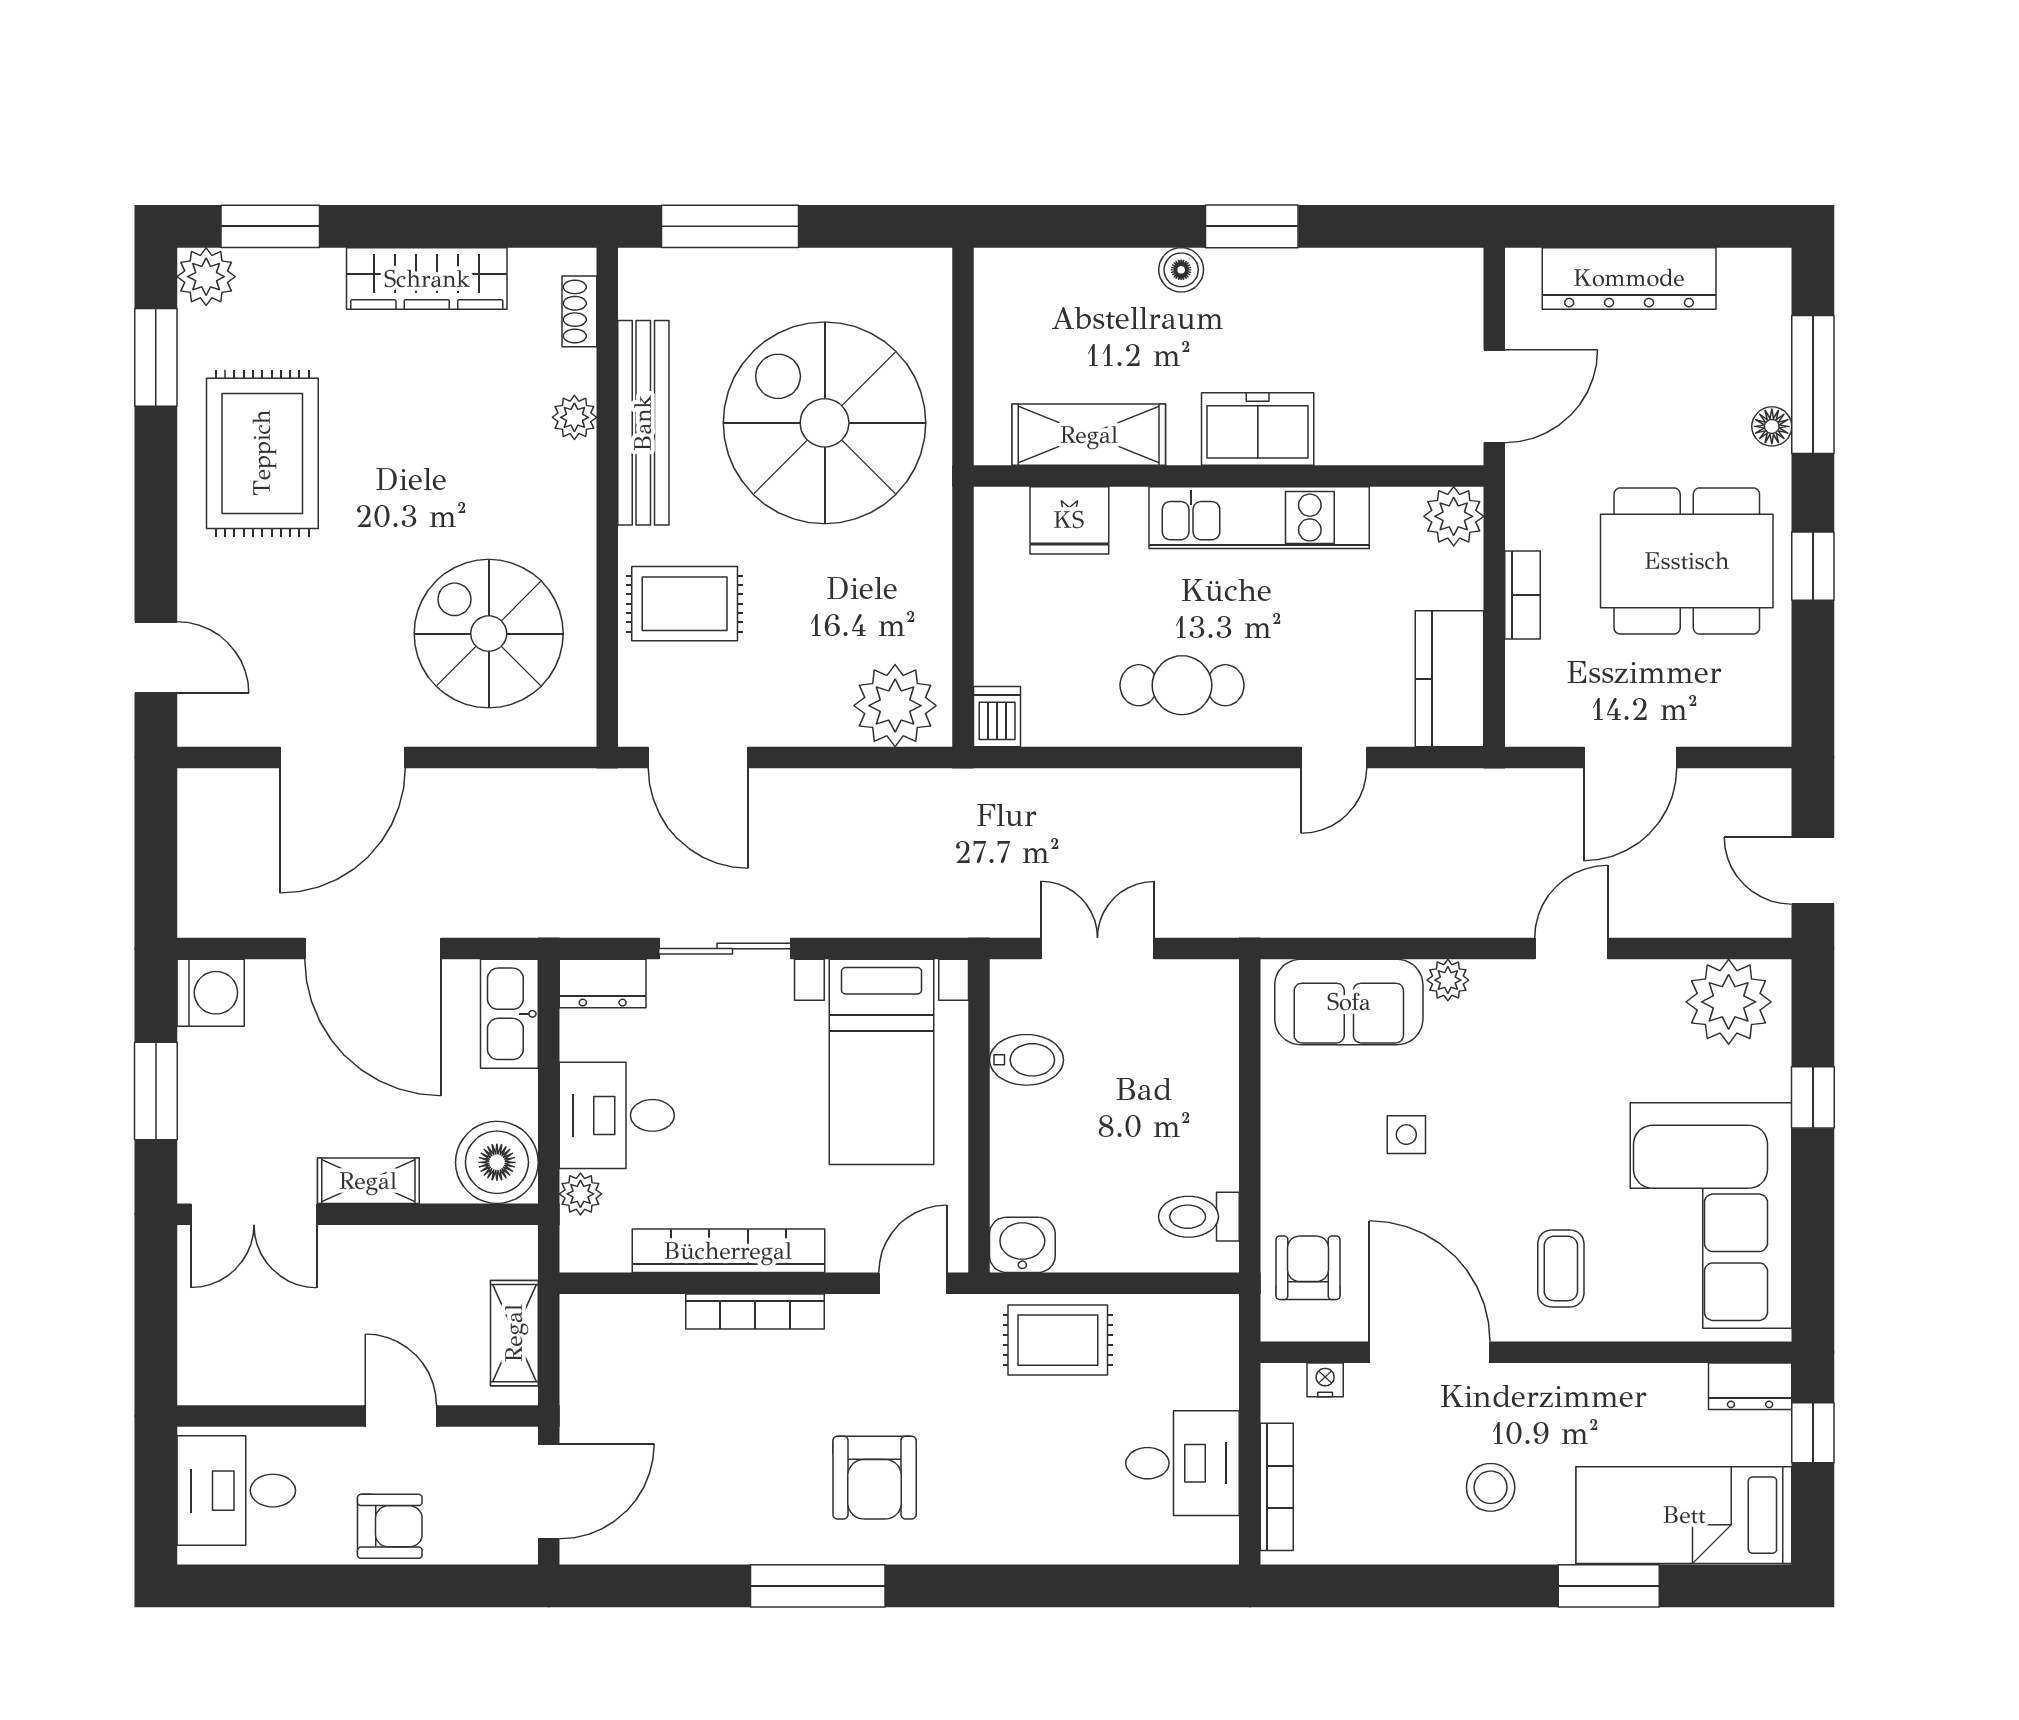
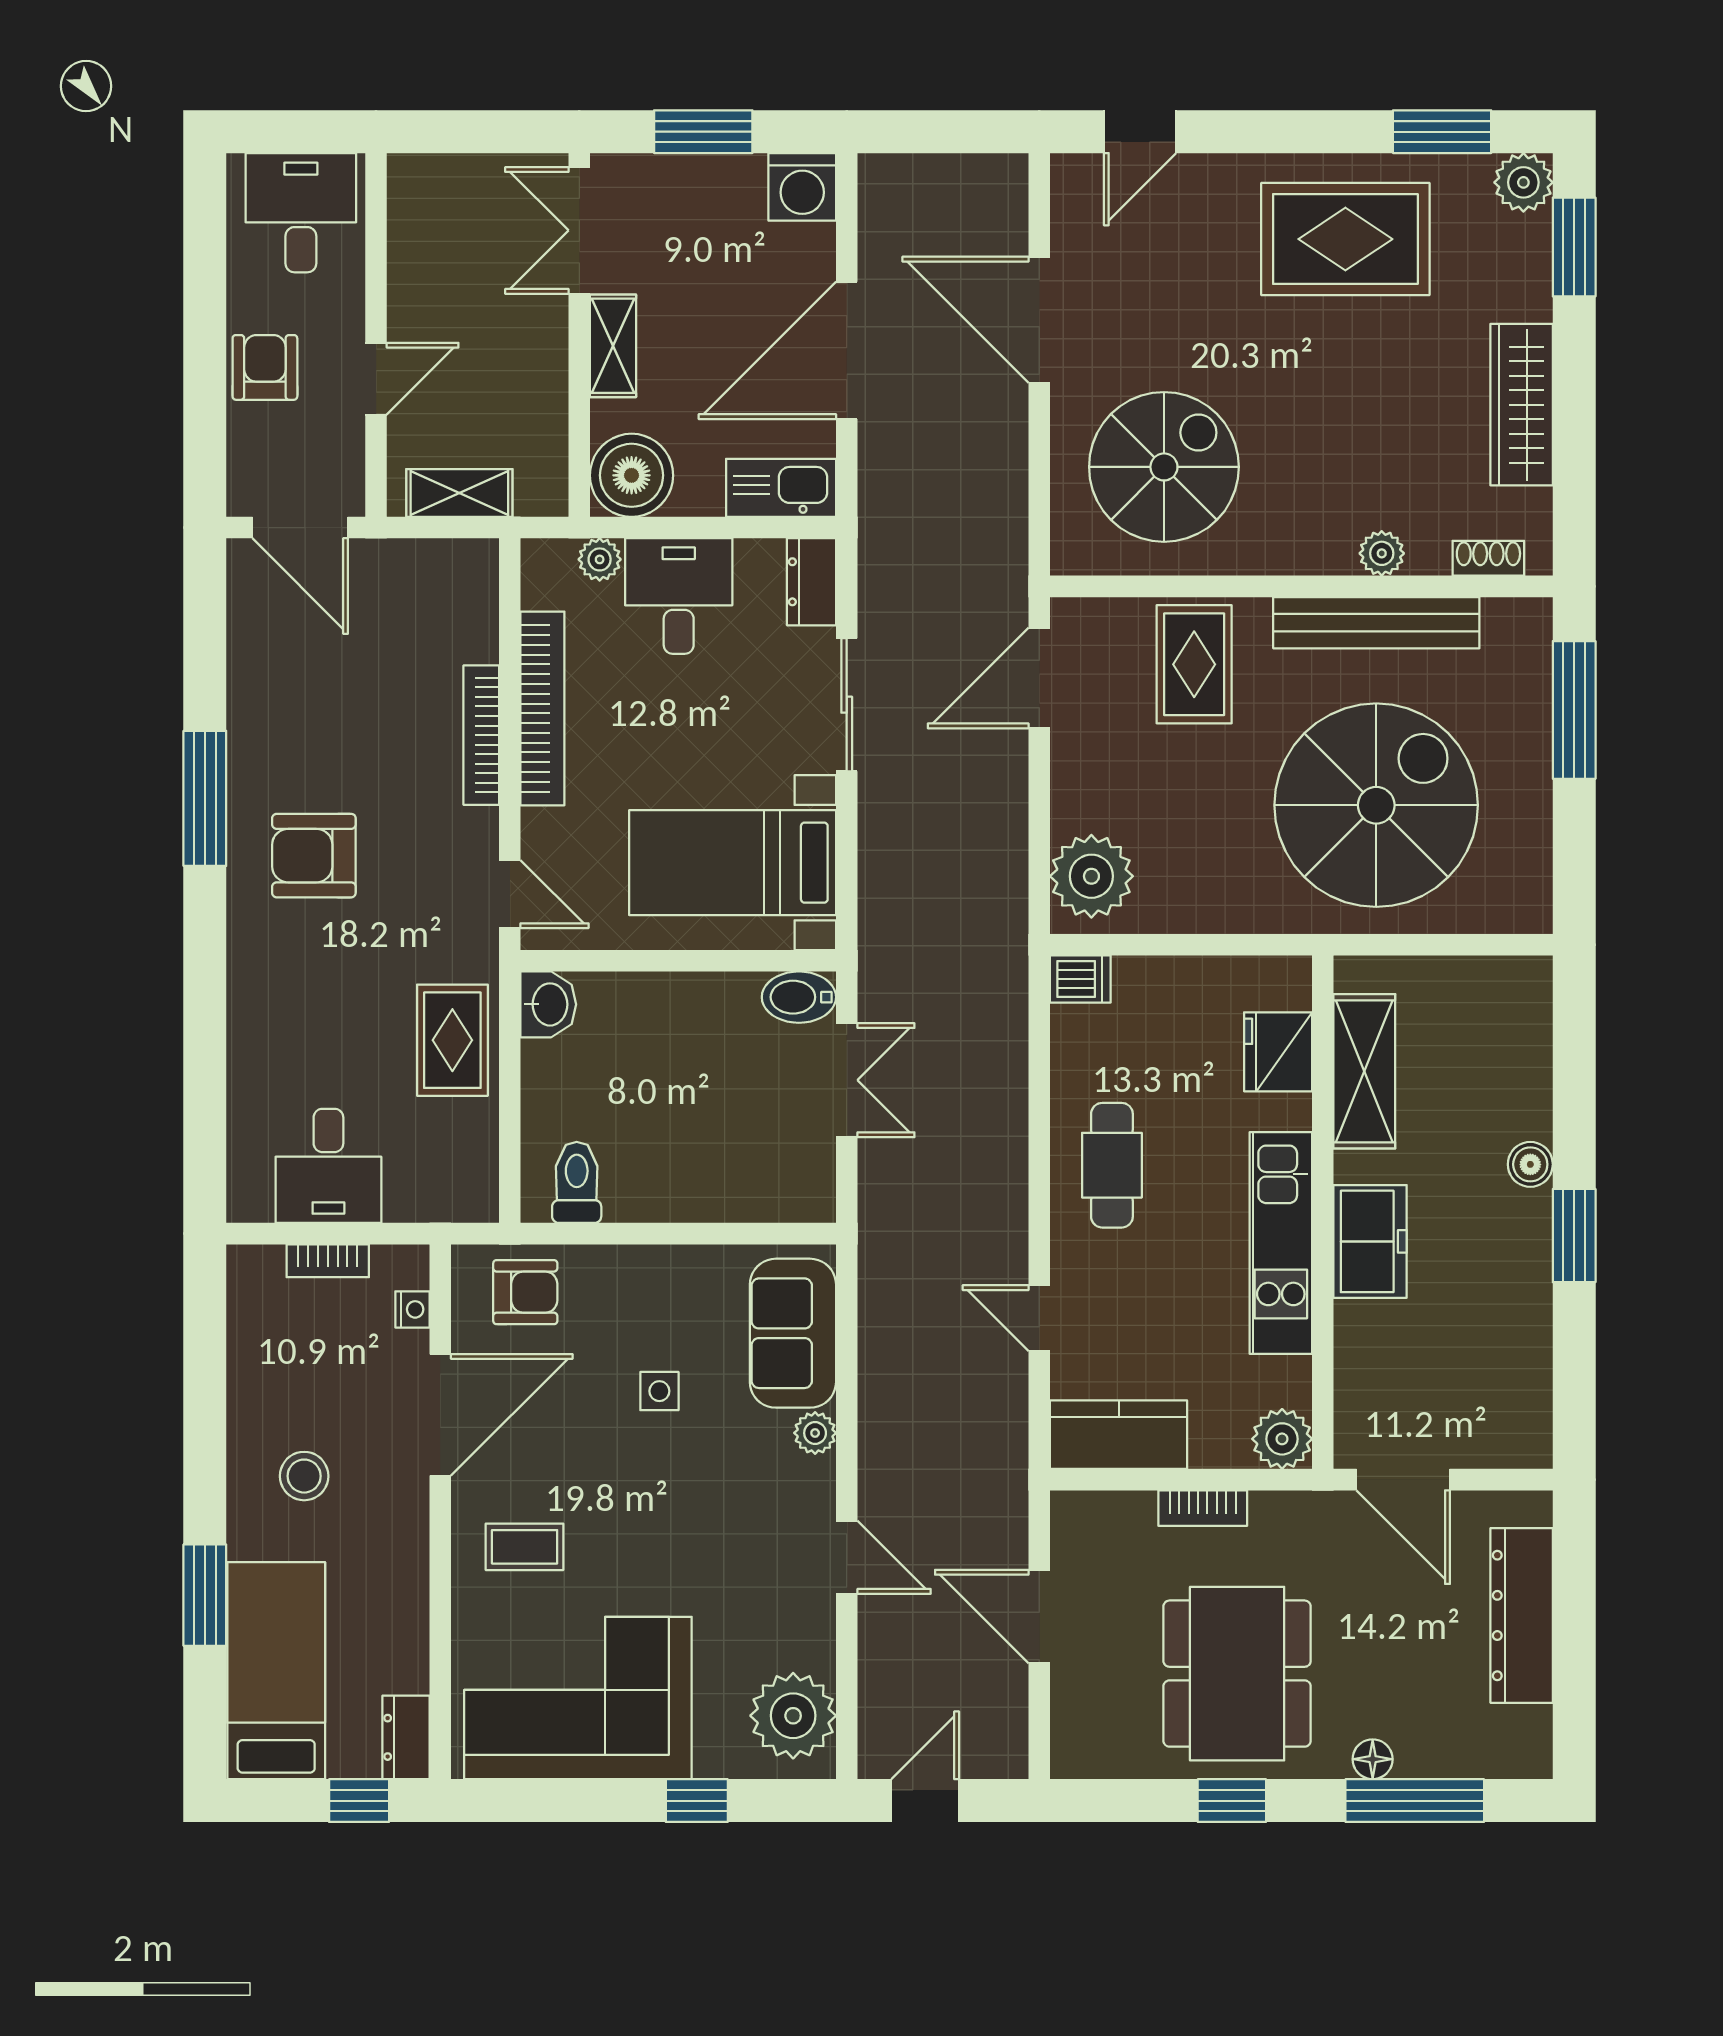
bidet: (1026, 1060) -> (799, 997), moved, turned 90
bookcase: (1277, 1487) -> (328, 1261), width x0.64
armchair: (390, 1526) -> (265, 367), turned 180

